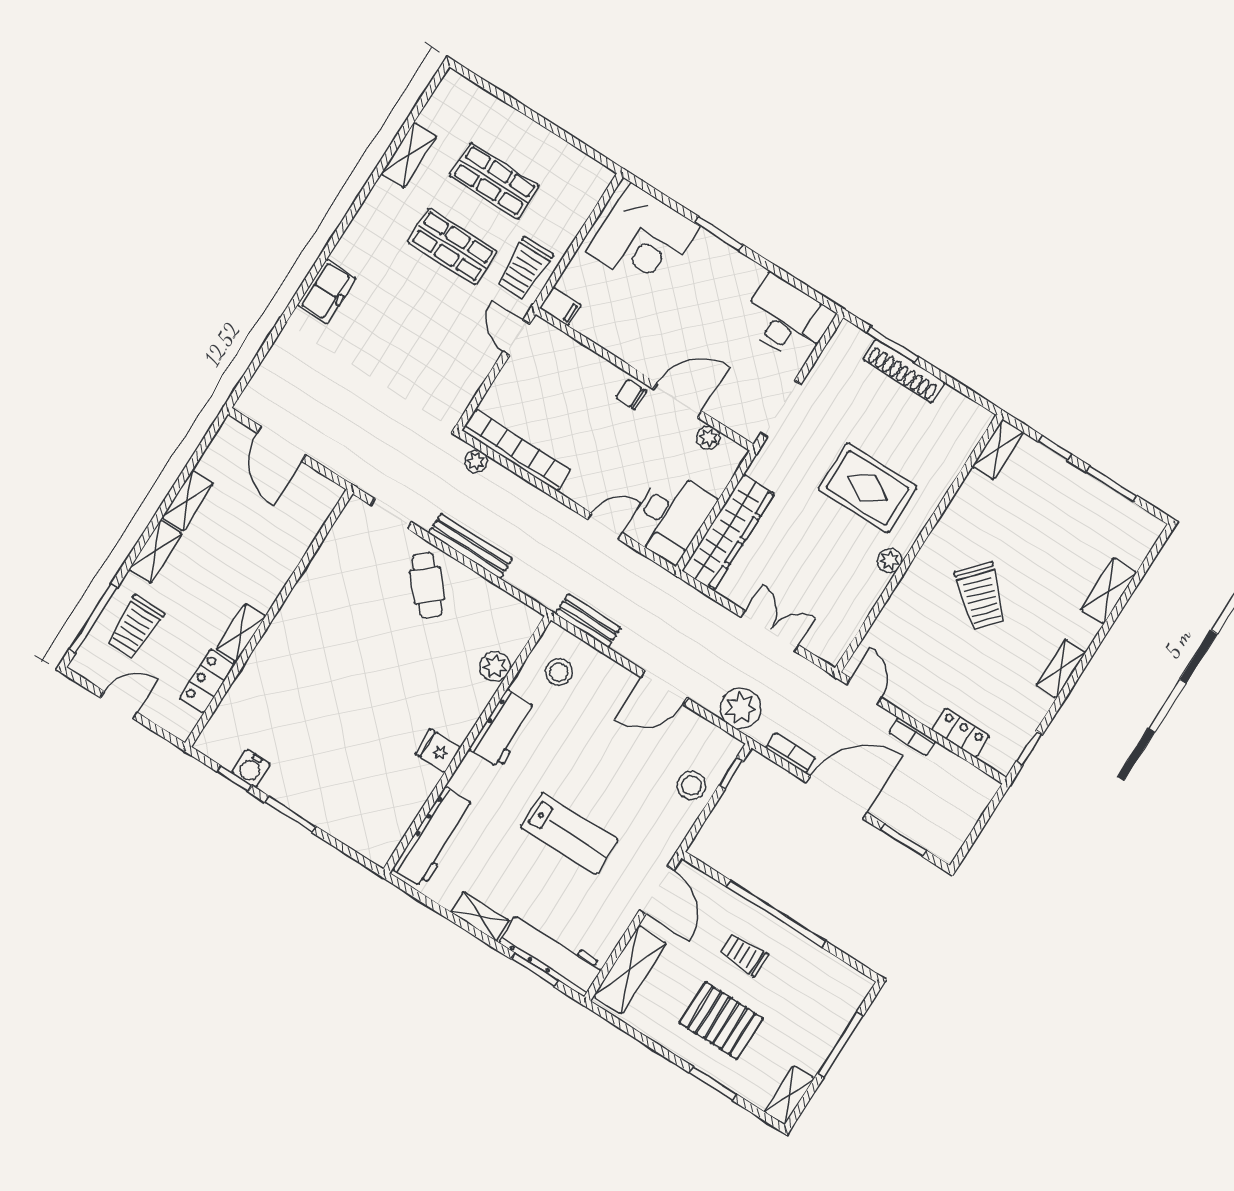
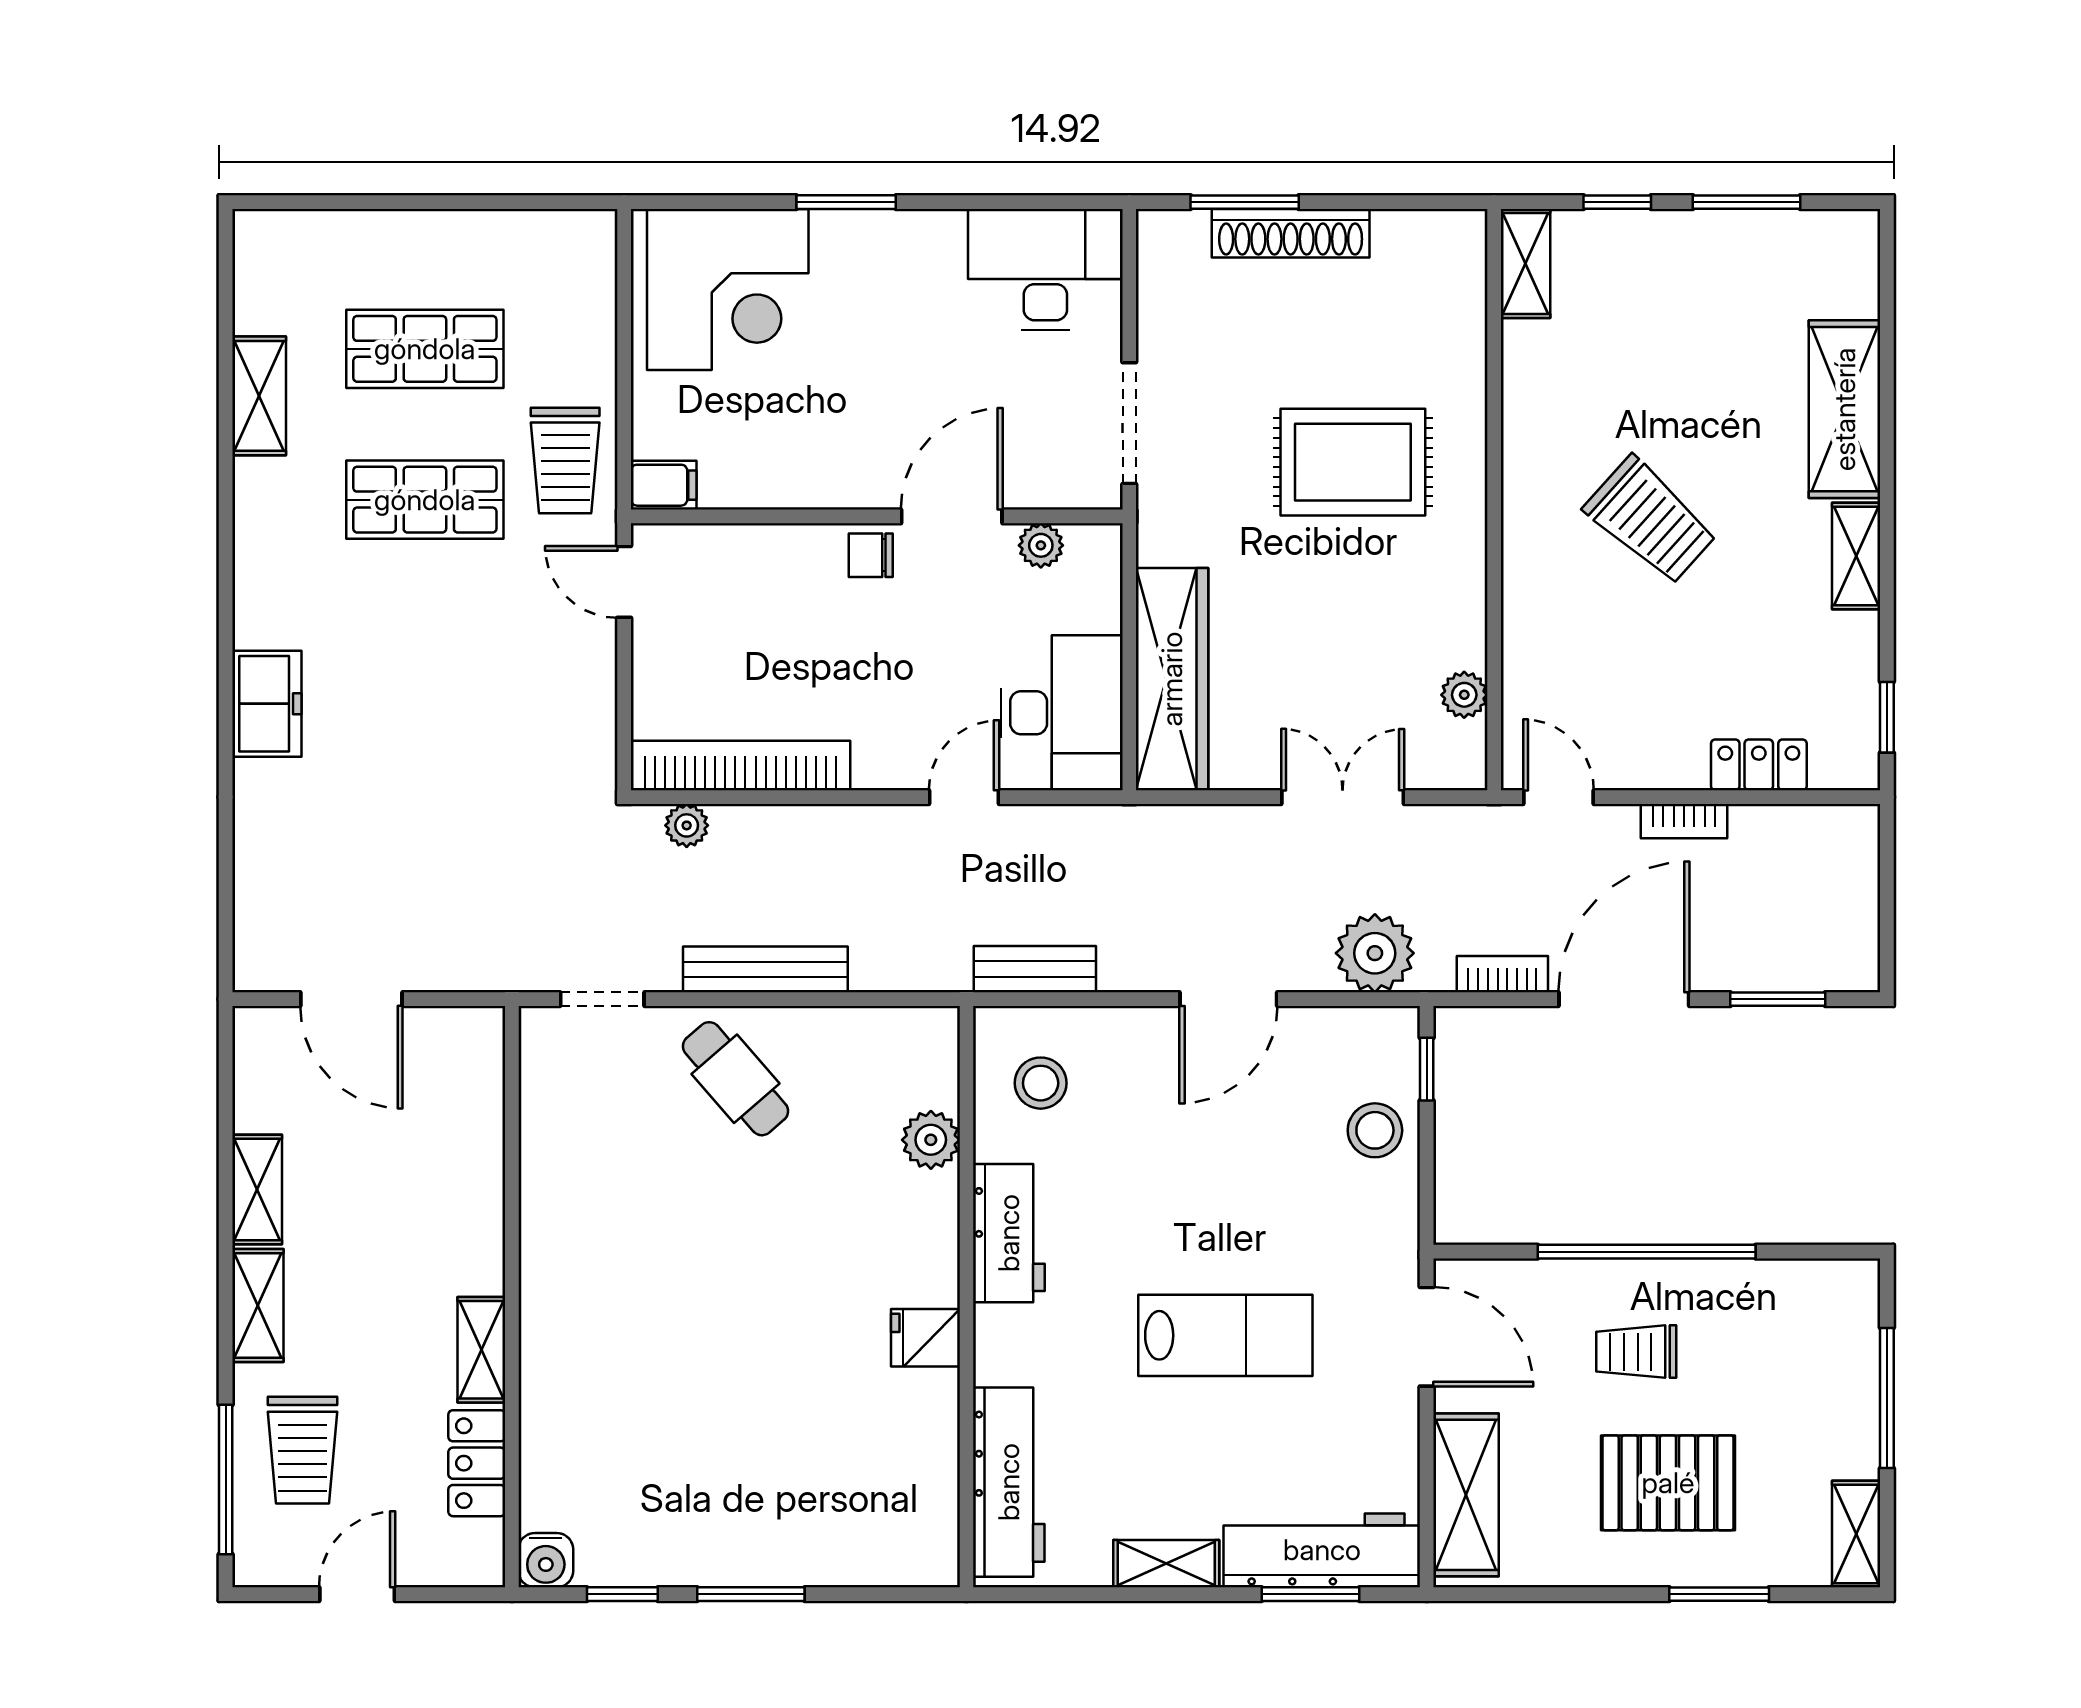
plant: (889, 561) -> (1464, 695), moved
shelving: (1109, 591) -> (1845, 409), width x1.50, depth x1.33
water cooler: (251, 768) -> (546, 1560), moved

